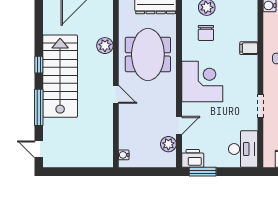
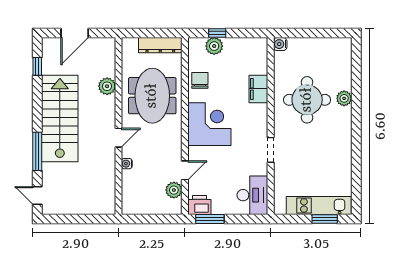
chair: (206, 33) -> (200, 80), moved, turned 180
filing cabinet: (249, 48) -> (258, 89), width x2.00
window: (39, 65) -> (37, 66), moved
door: (116, 94) -> (118, 138), hinge flipped
water cooler: (124, 155) -> (127, 164), moved

